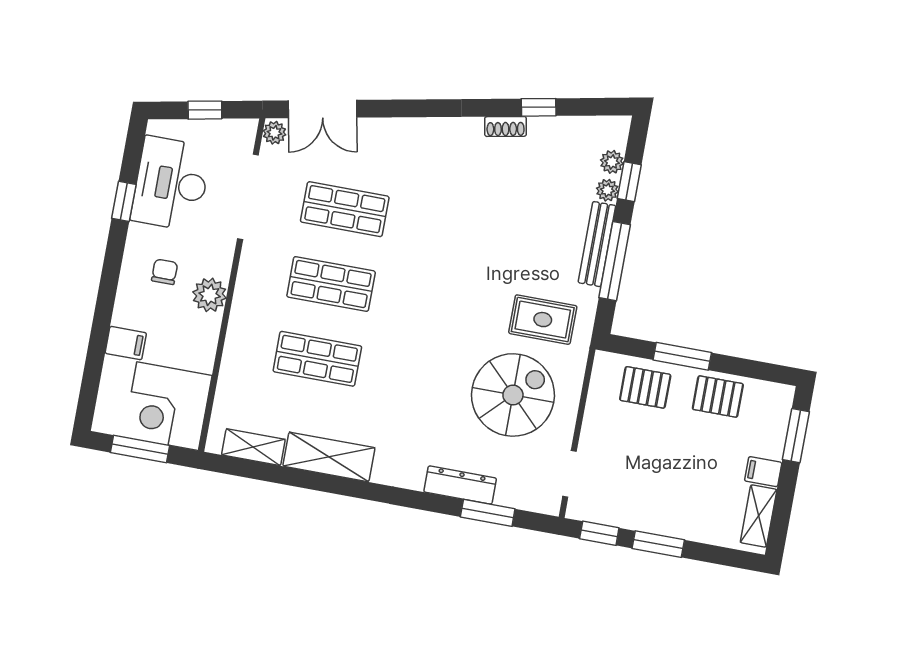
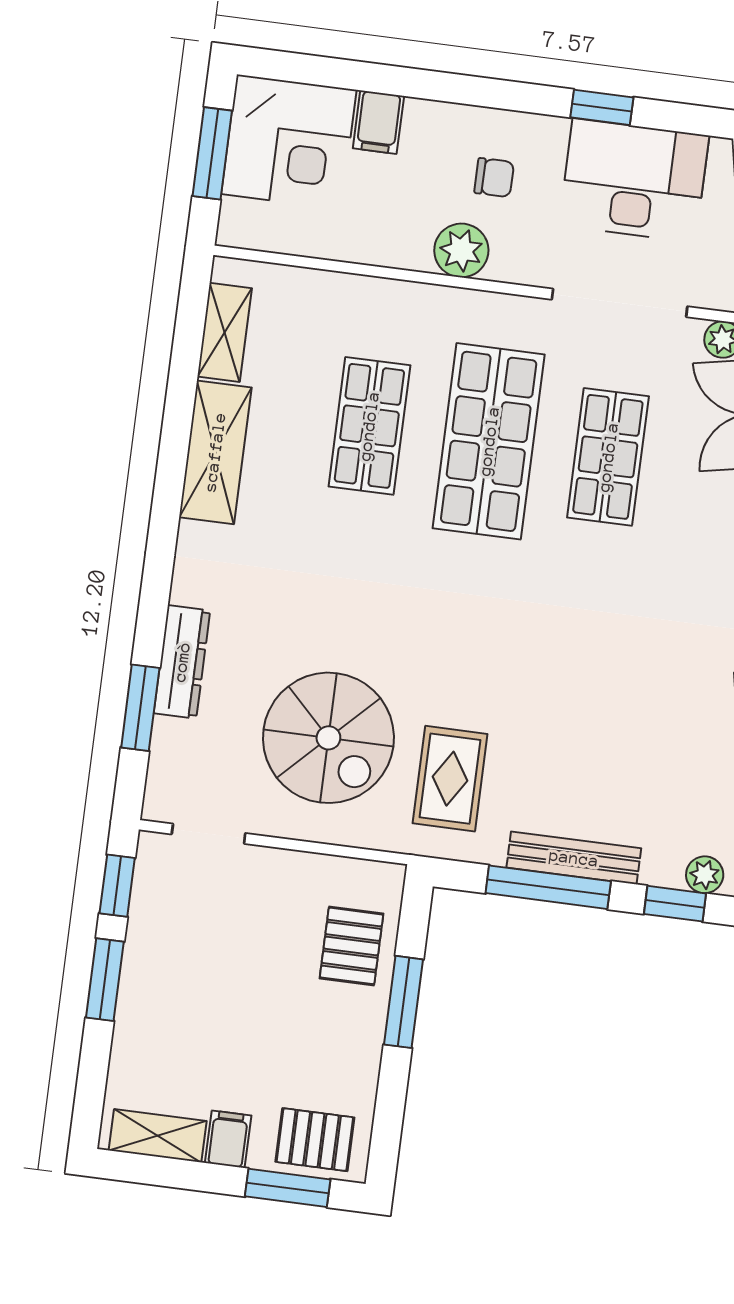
plant: (607, 190) -> (660, 870), removed
shop shelf: (331, 284) -> (489, 441), width x1.43, depth x1.36
pallet: (718, 397) -> (315, 1140), moved, turned 90
corner desk: (168, 406) -> (289, 142), moved, turned 180

